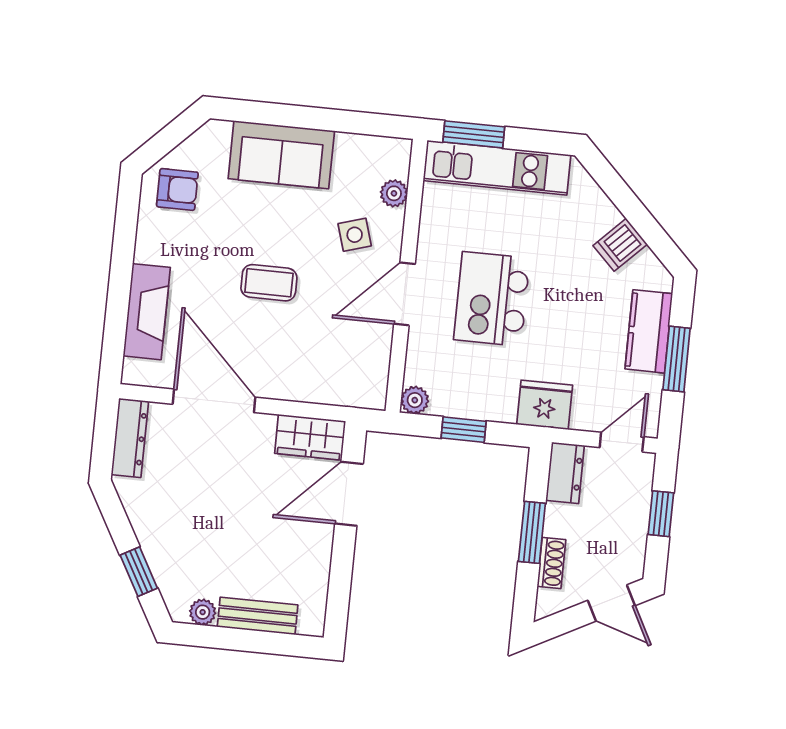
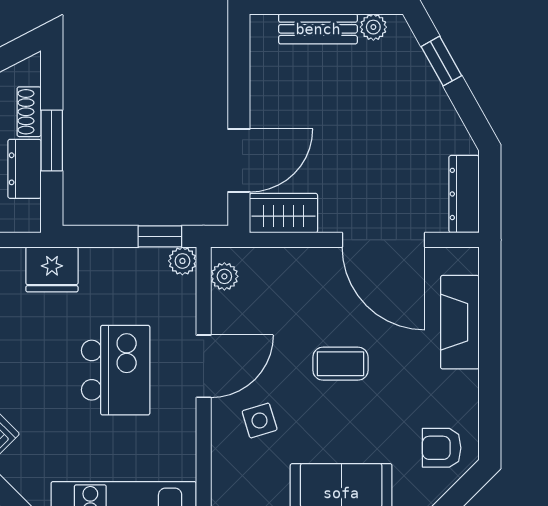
plant: (394, 193) -> (224, 276), moved
window: (464, 430) -> (160, 236), moved
dresser: (565, 473) -> (25, 169), moved

